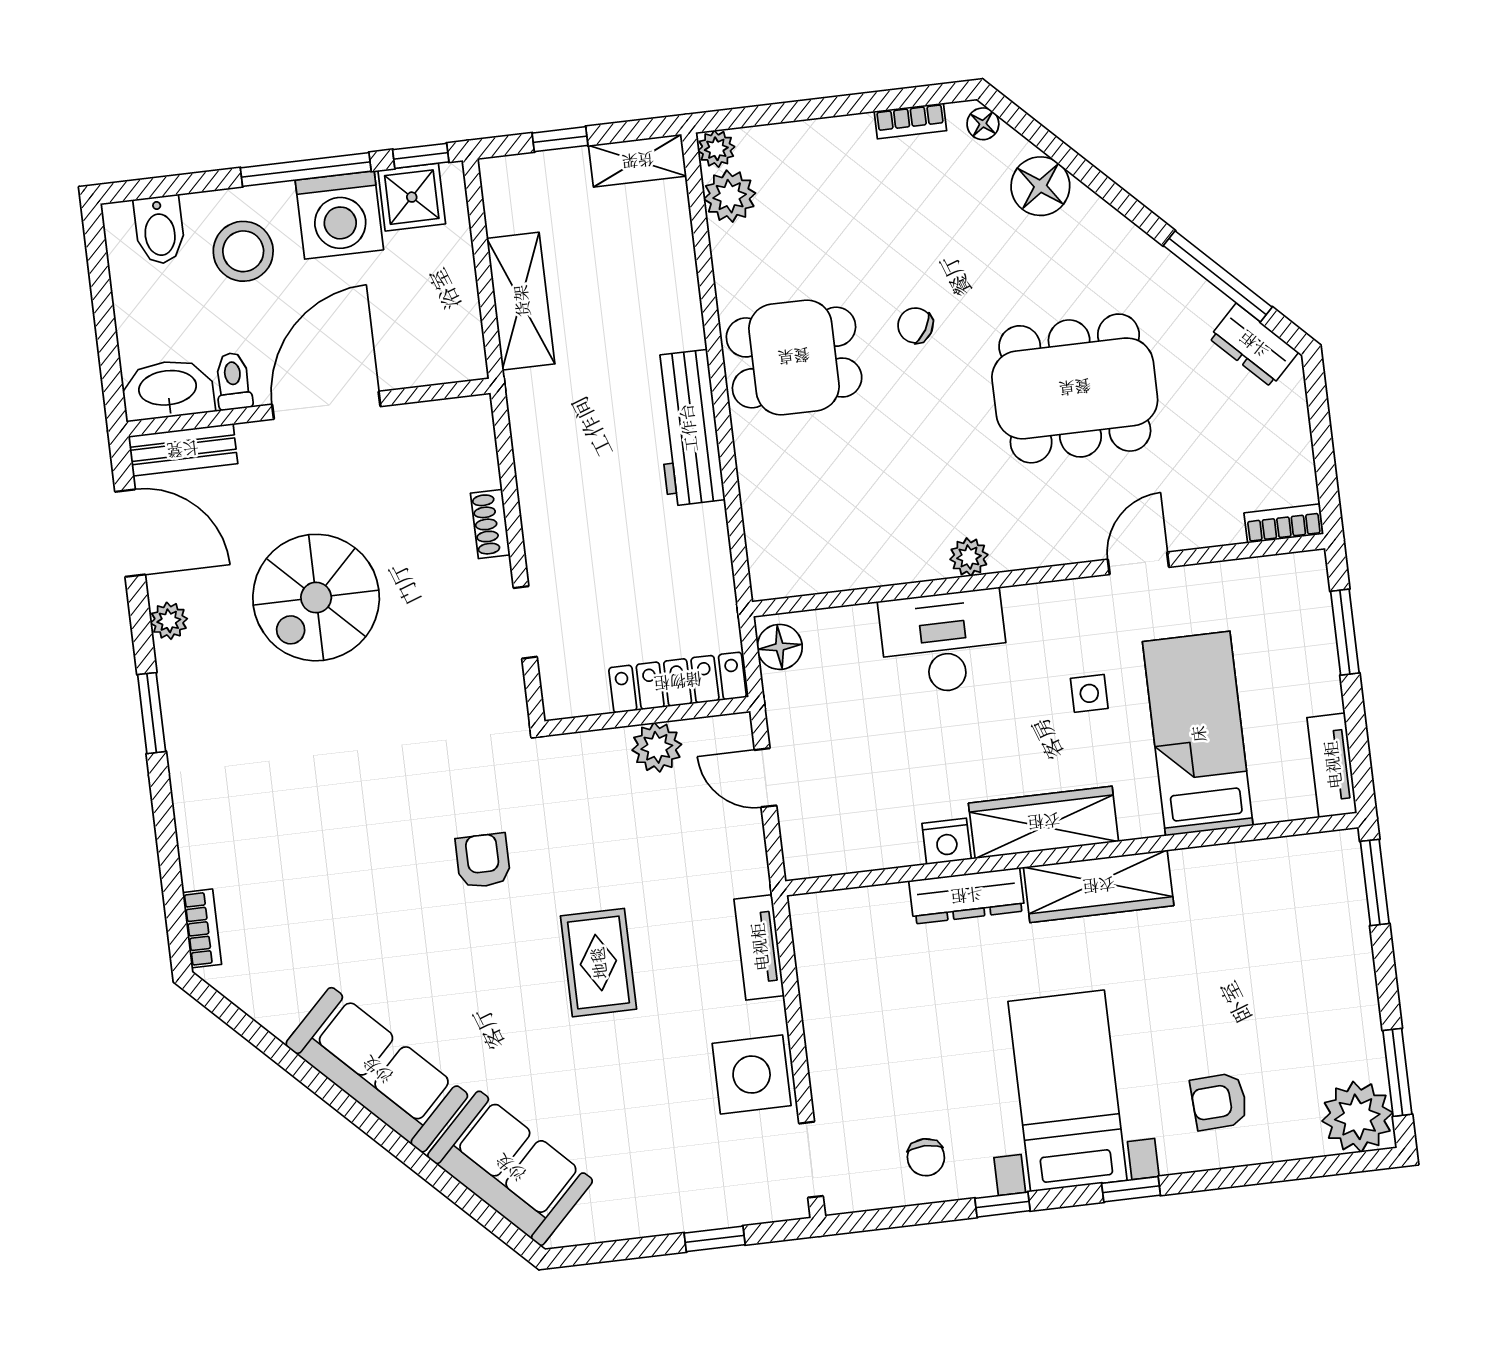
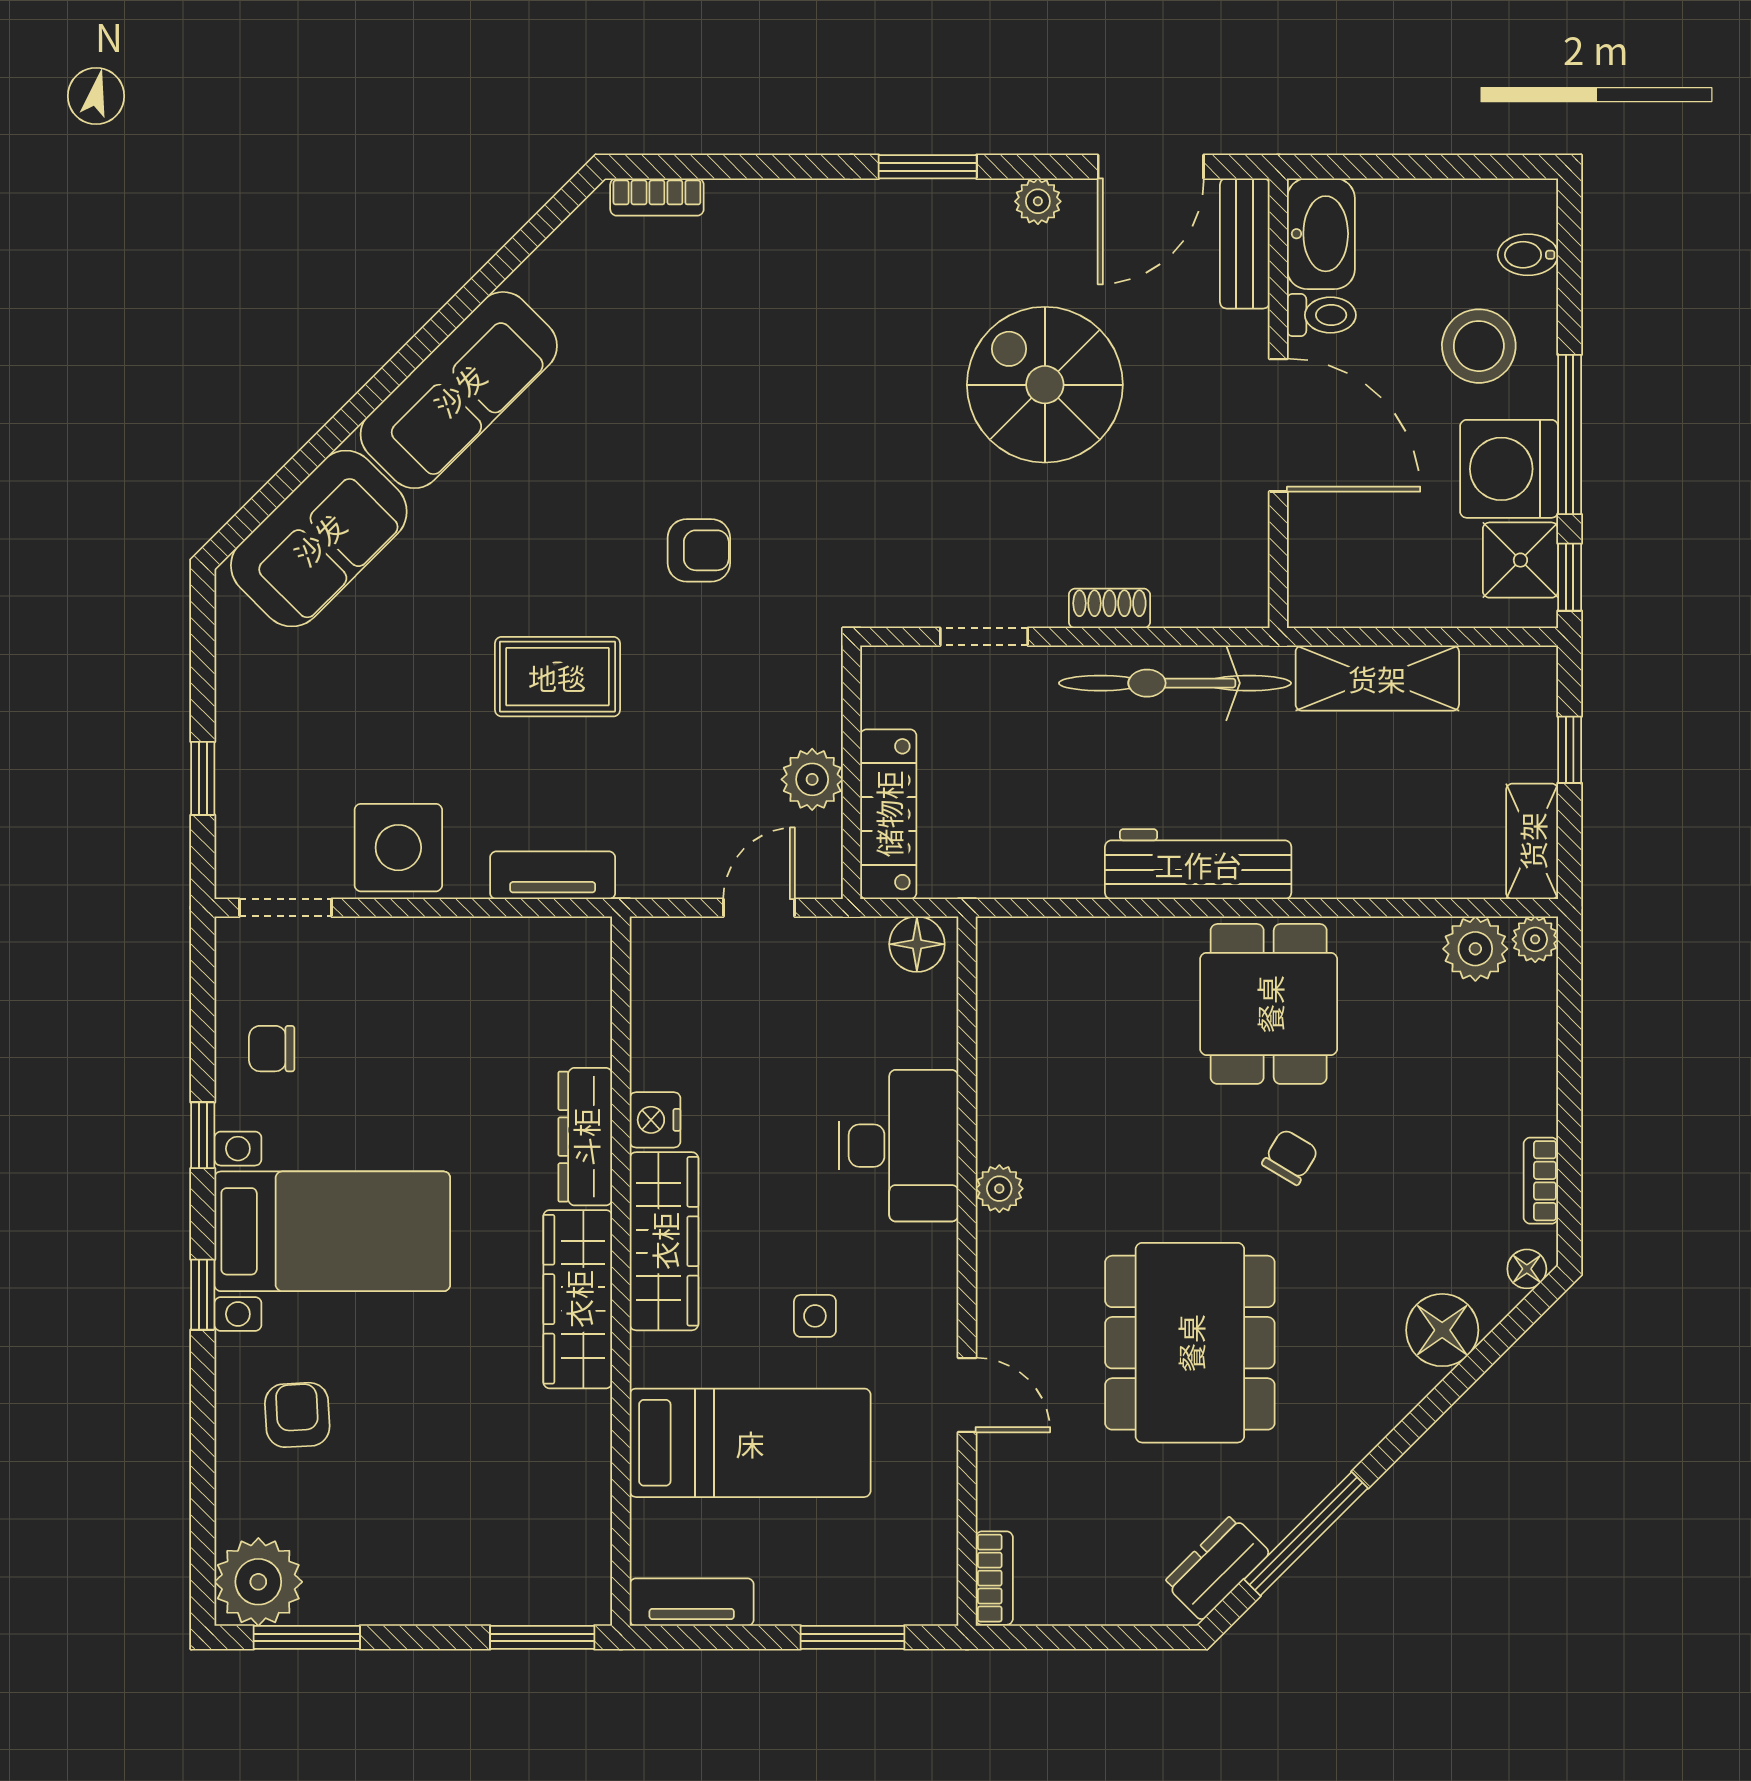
bidet: (160, 230) -> (1528, 255), width x0.72, depth x0.74
bicycle: (544, 464) -> (1175, 683), added

